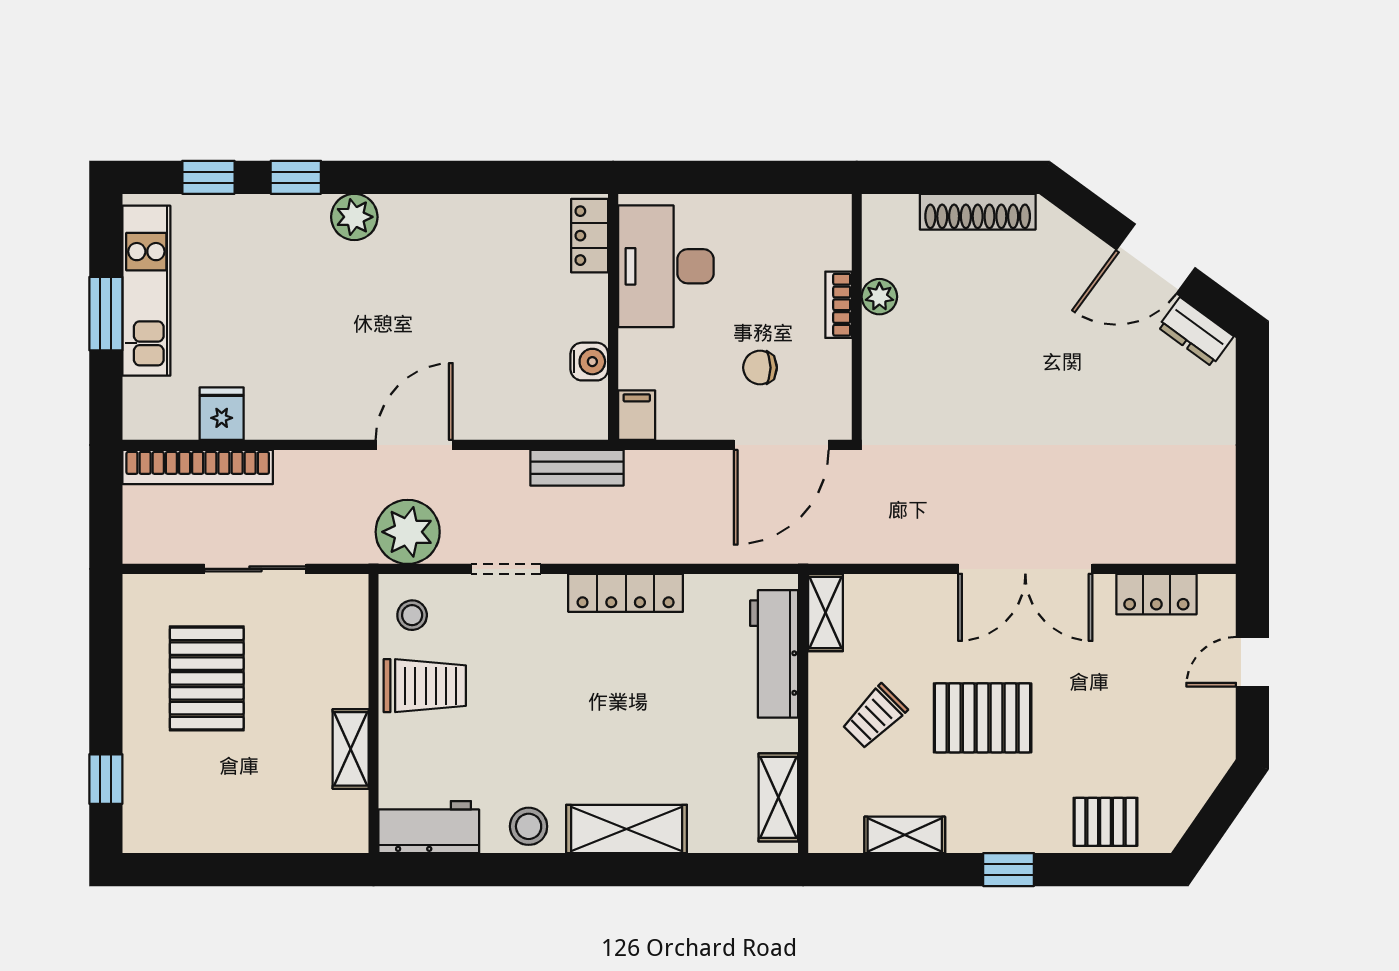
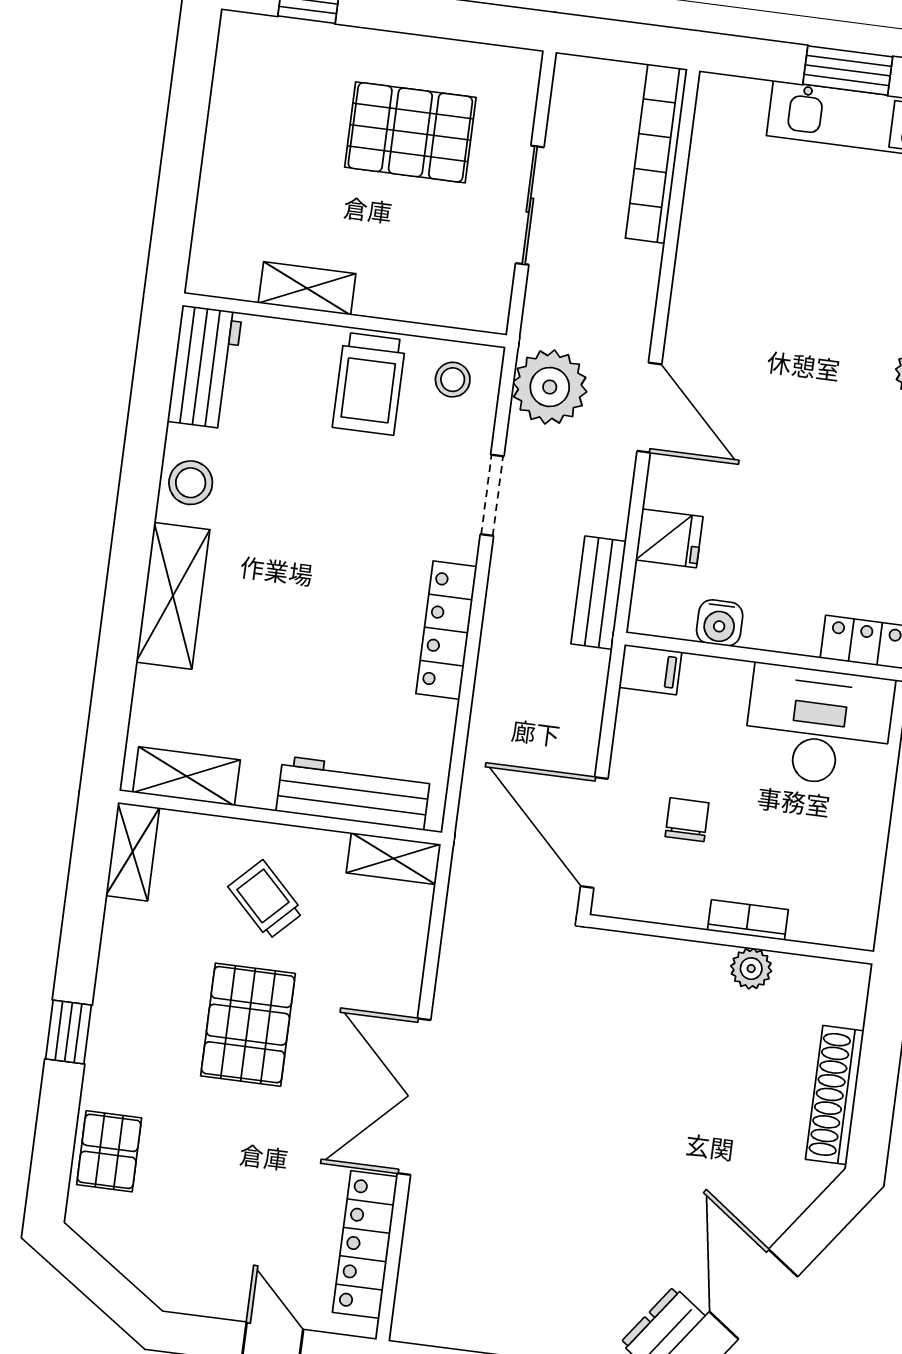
fridge: (222, 414) -> (669, 538), moved
locker: (1156, 594) -> (365, 1245), width x1.53
shelving: (905, 835) -> (133, 852), moved

